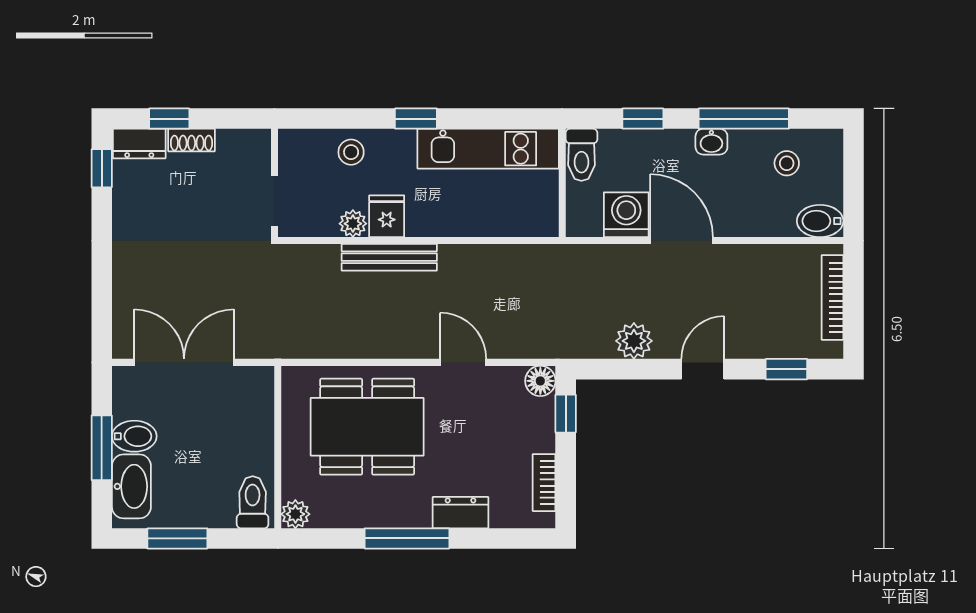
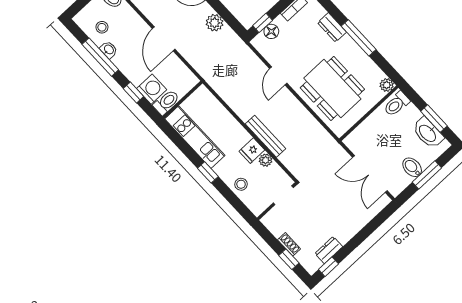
washbasin: (711, 142) -> (109, 50), moved
dresser: (139, 144) -> (329, 250), moved, turned -90
washing machine: (626, 215) -> (152, 89), moved, turned 180
floor lamp: (540, 381) -> (271, 31), moved
washbasin: (131, 486) -> (428, 133), moved, turned -90

